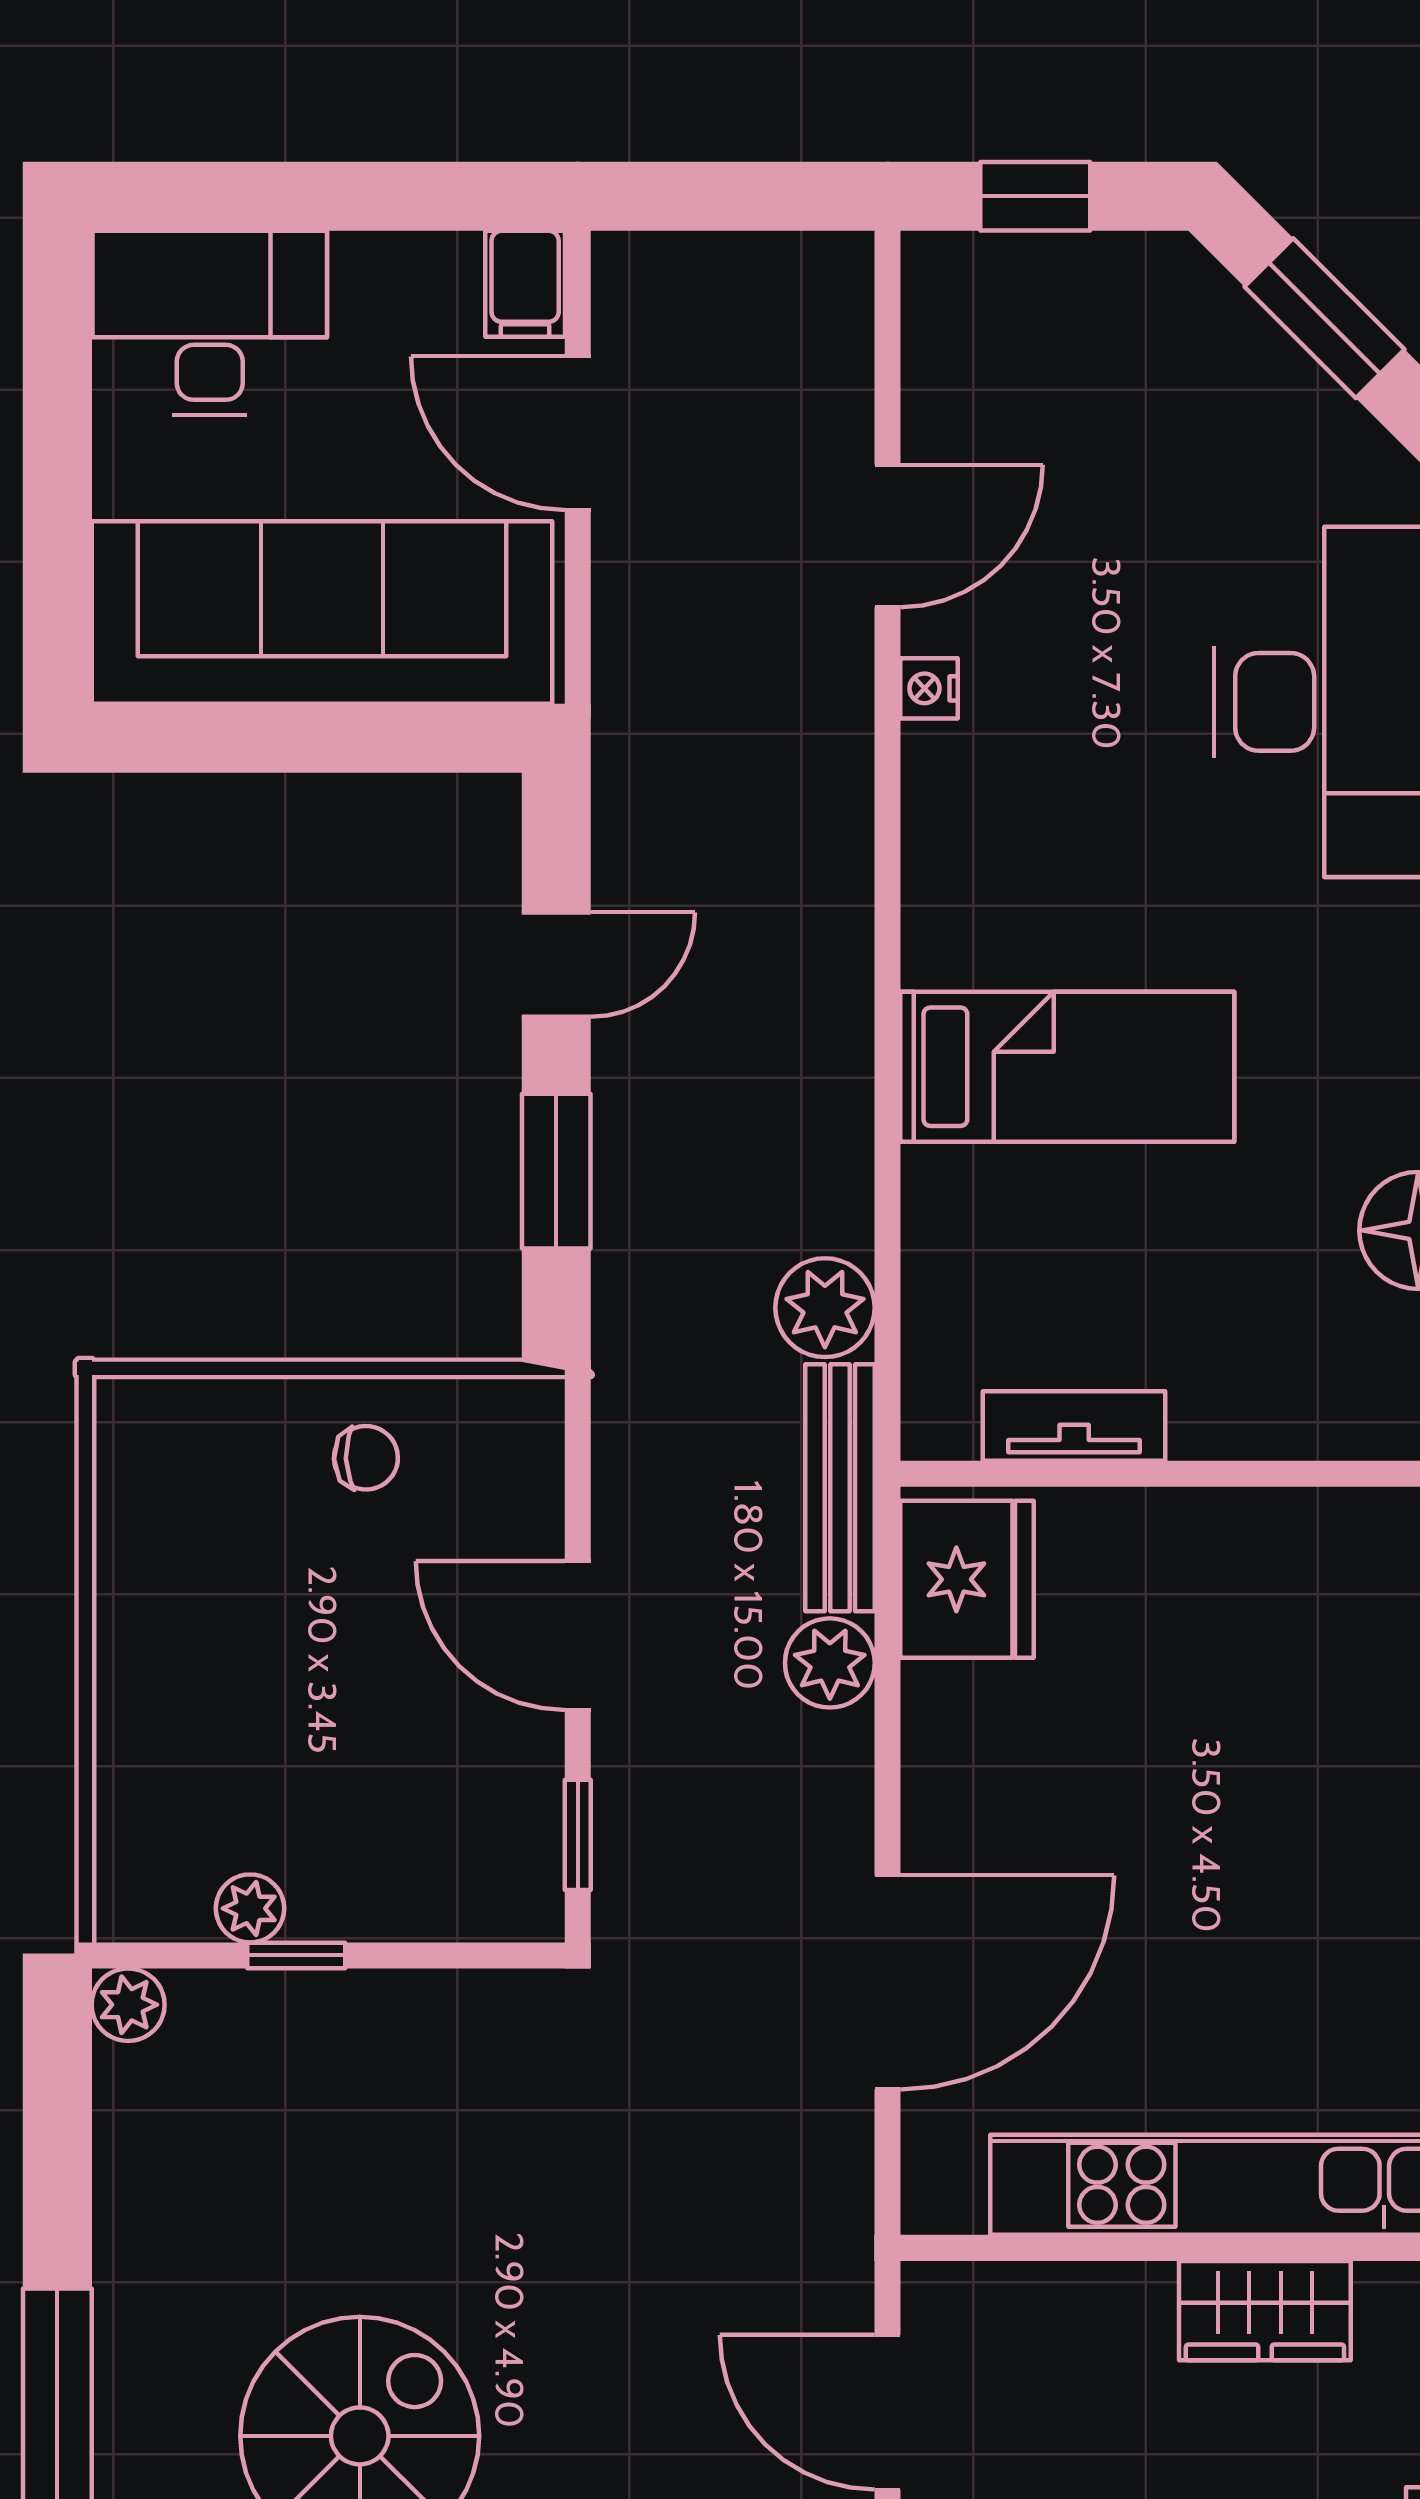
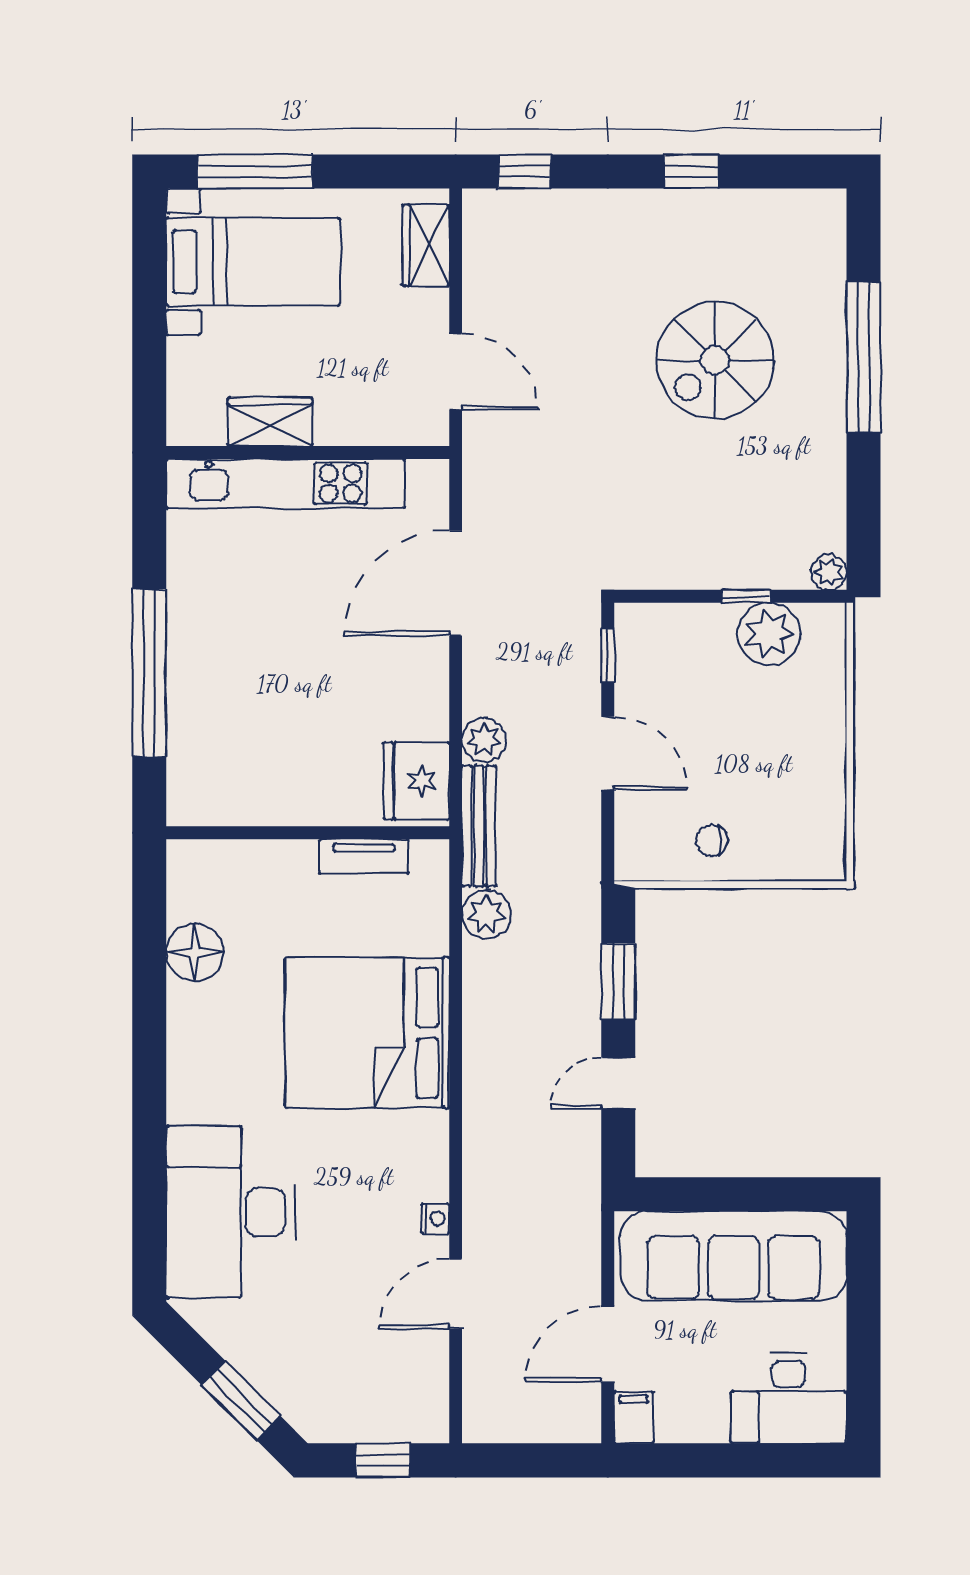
door: (578, 433) -> (608, 1344), swing flipped
bed: (1067, 1067) -> (367, 1033), width x2.04
plant: (250, 1908) -> (769, 634), width x1.87, depth x1.87

